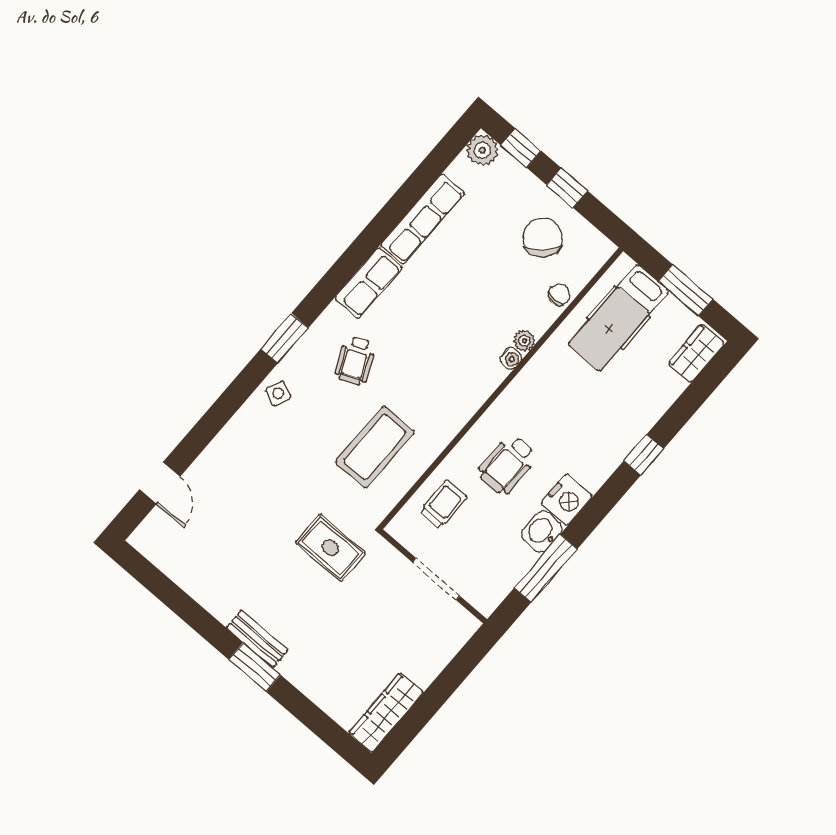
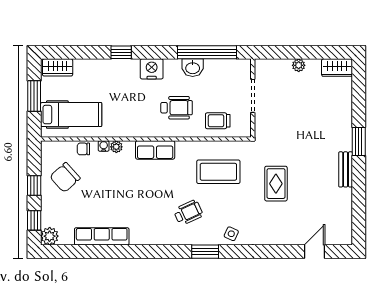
row of seats: (369, 283) -> (155, 150), moved, turned 180
water cooler: (511, 358) -> (104, 146), moved
nightstand: (567, 500) -> (152, 69), moved
rug: (330, 548) -> (276, 184), moved
window: (546, 568) -> (207, 52), width x1.46
bench: (257, 639) -> (346, 169), moved
plant: (424, 675) -> (299, 65), added
wardrobe: (386, 713) -> (337, 68), width x0.67

